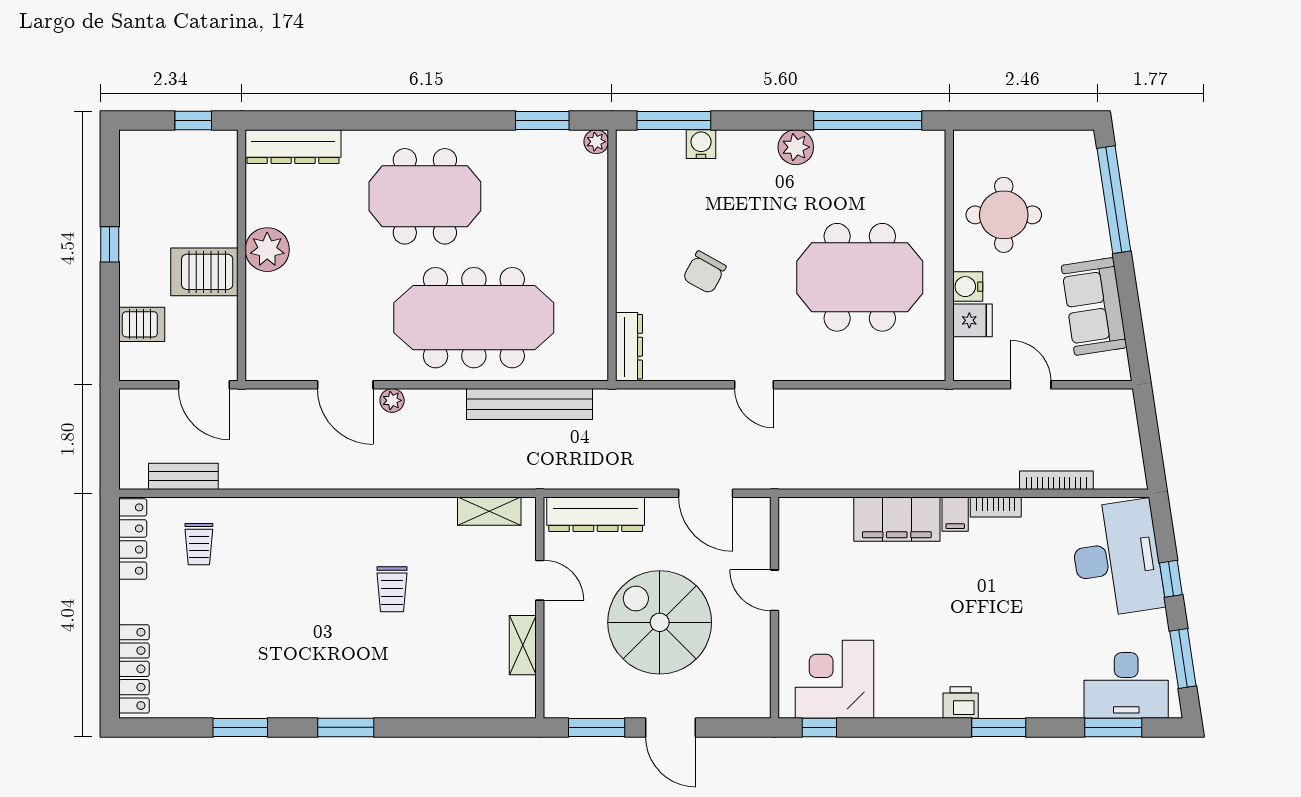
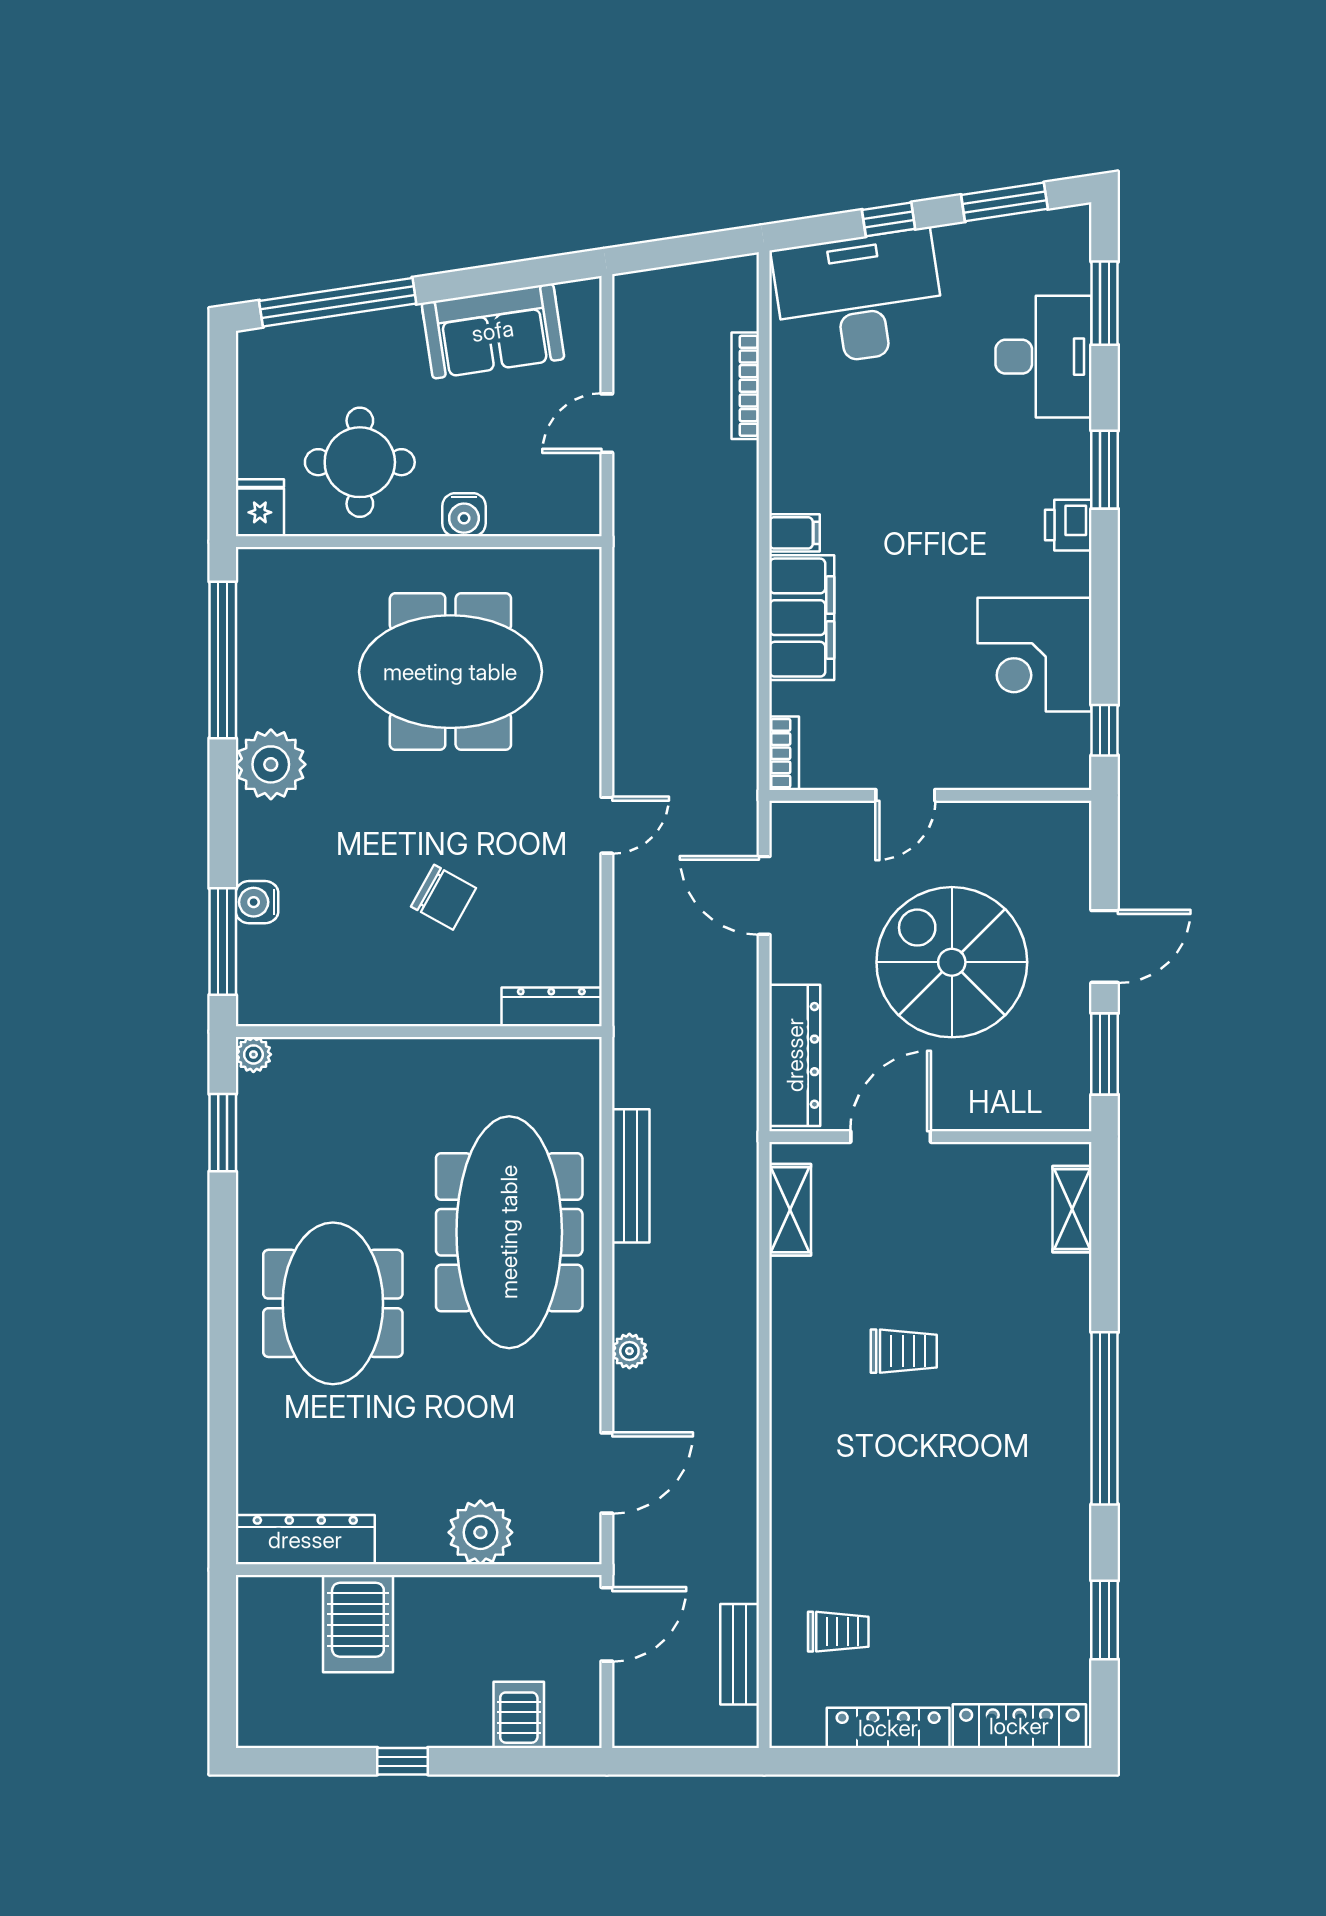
window: (193, 121) -> (223, 1640), removed
dresser: (293, 147) -> (305, 1540), moved, turned -90
plant: (796, 147) -> (271, 764), width x1.36, depth x1.36
plant: (267, 250) -> (480, 1532), moved
server rack: (204, 272) -> (358, 1624), moved
meeting table: (860, 277) -> (450, 672), turned 90
fridge: (972, 320) -> (260, 508), moved
door: (345, 385) -> (607, 1473), moved
bench: (529, 404) -> (631, 1176), width x0.73, depth x0.82
door: (706, 493) -> (764, 895), swing flipped
bookcase: (996, 507) -> (784, 753), moved
locker: (133, 539) -> (888, 1728), moved
door: (540, 580) -> (891, 1137), width x1.37
spiral stairs: (660, 622) -> (952, 962), turned 90
shelving: (523, 645) -> (1072, 1209), moved, turned 90
corner desk: (834, 679) -> (1034, 655), moved
desk: (1126, 685) -> (1044, 357), moved
window: (240, 727) -> (1105, 1620), moved
window: (346, 727) -> (1105, 1418), width x2.11

